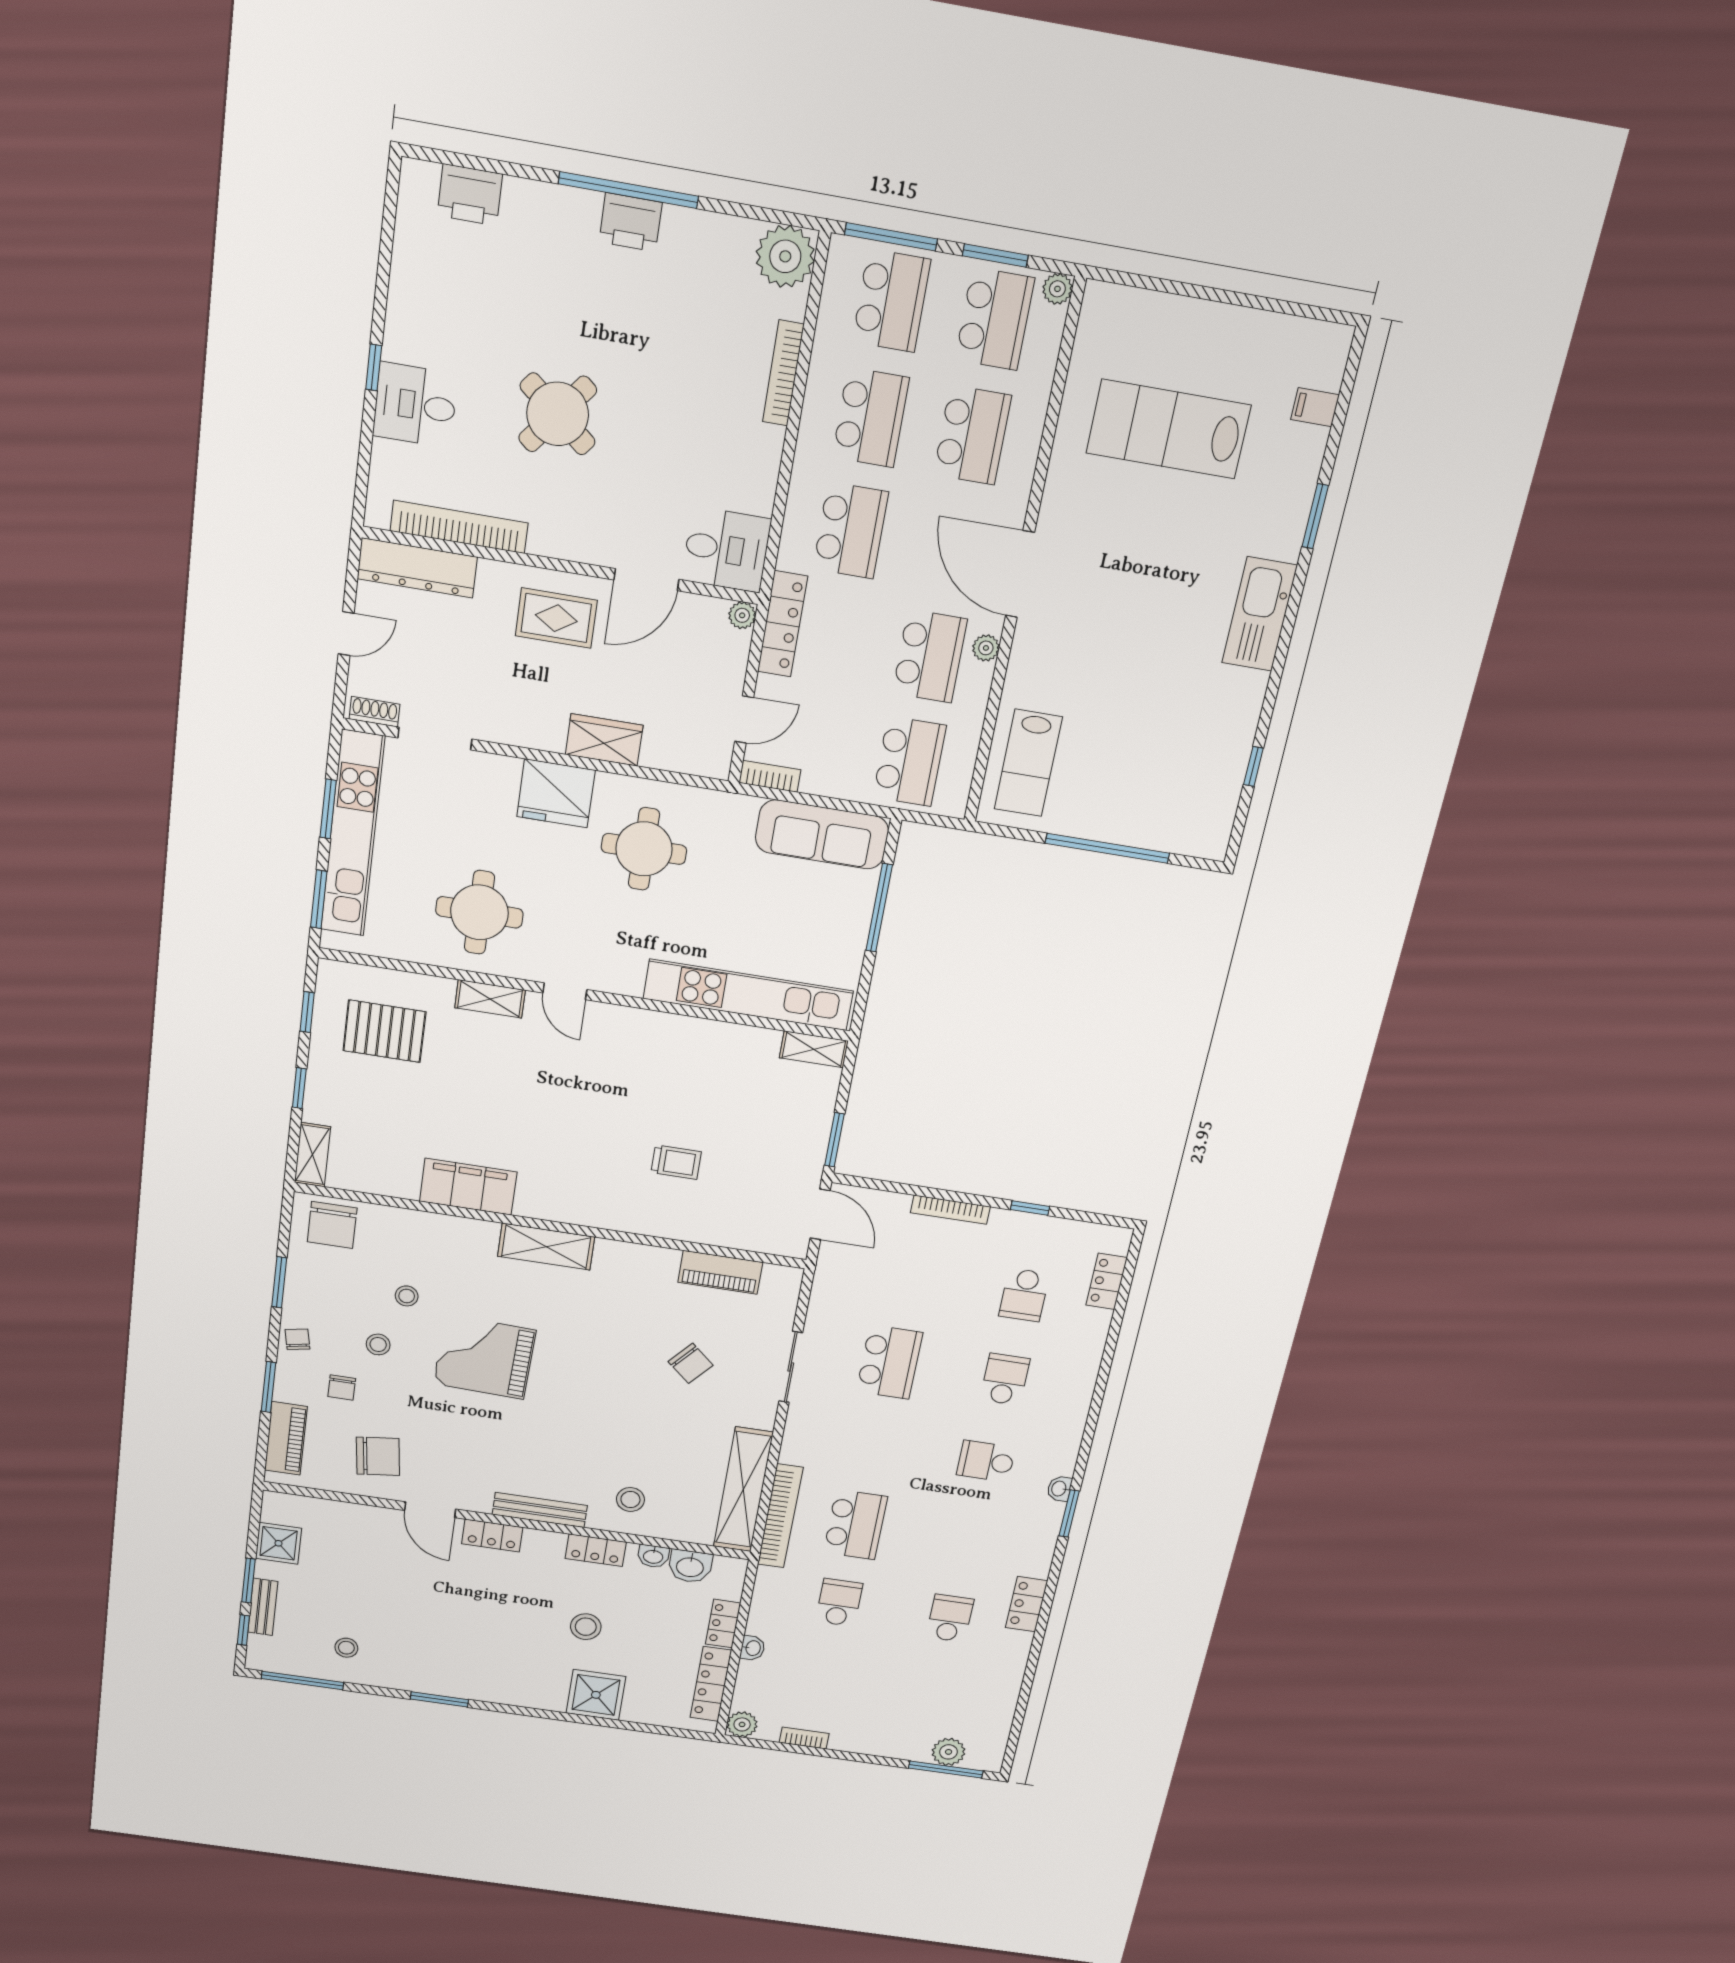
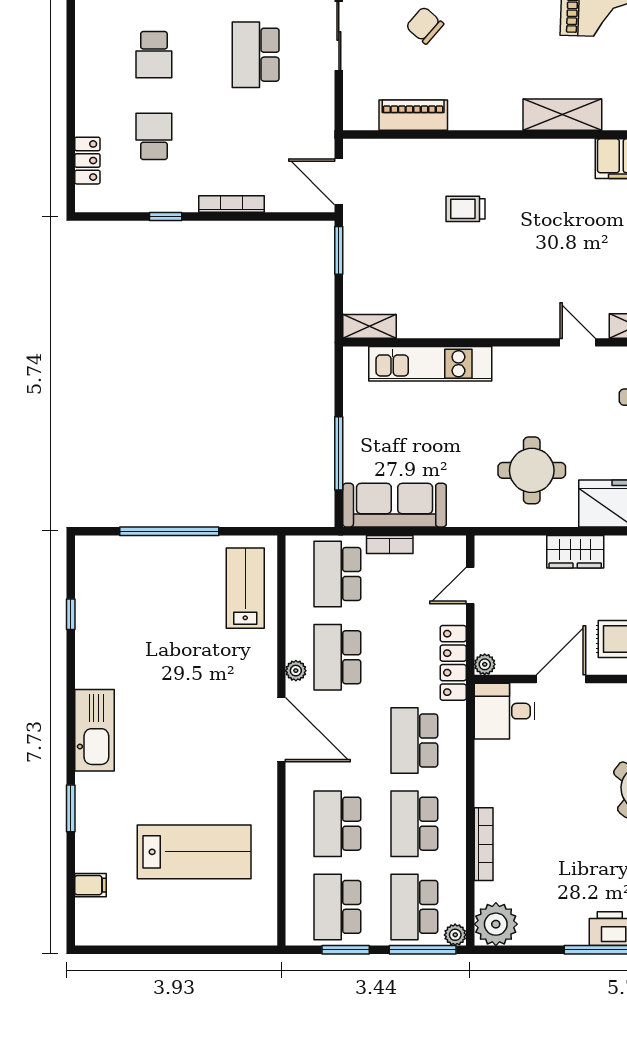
plant: (1057, 289) -> (455, 935), moved
bookcase: (770, 776) -> (390, 544), moved
kitchen unit: (748, 995) -> (430, 364), width x0.73

